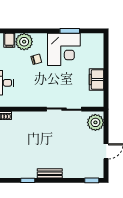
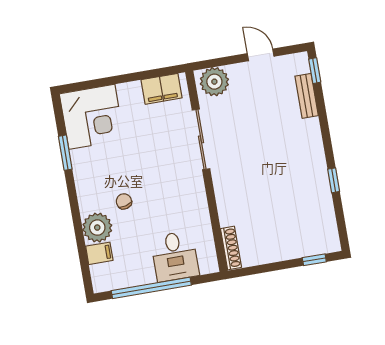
corner desk: (64, 49) -> (92, 117), moved, turned 90
filing cabinet: (97, 80) -> (161, 89), moved
bench: (50, 173) -> (307, 96), moved

